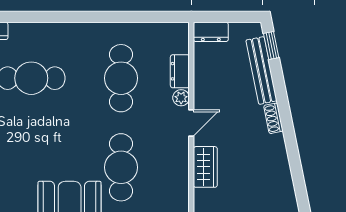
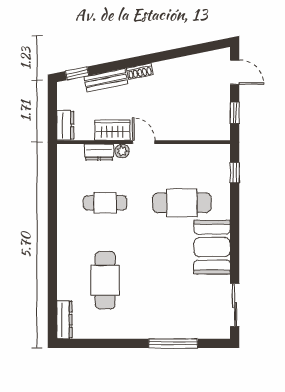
bench: (261, 70) -> (106, 80), width x0.73
cafe table: (121, 78) -> (105, 203), width x0.73, depth x0.74
wardrobe: (205, 167) -> (112, 130), moved

